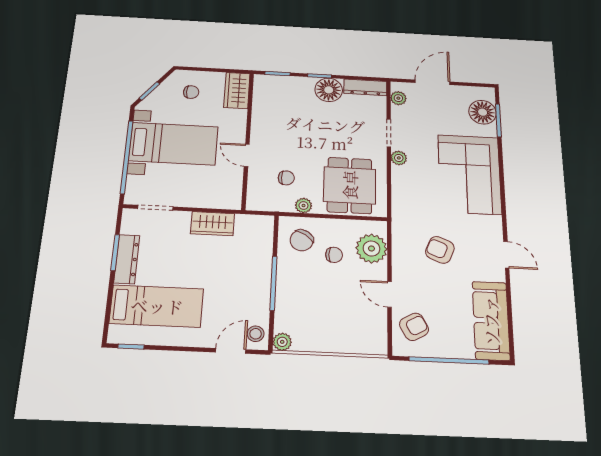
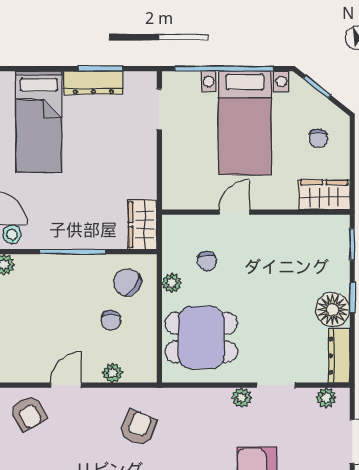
wardrobe: (212, 224) -> (143, 225), moved
plant: (371, 248) -> (112, 373), width x0.53, depth x0.53
armchair: (440, 250) -> (138, 428), moved

